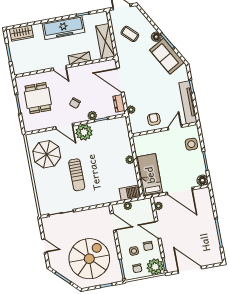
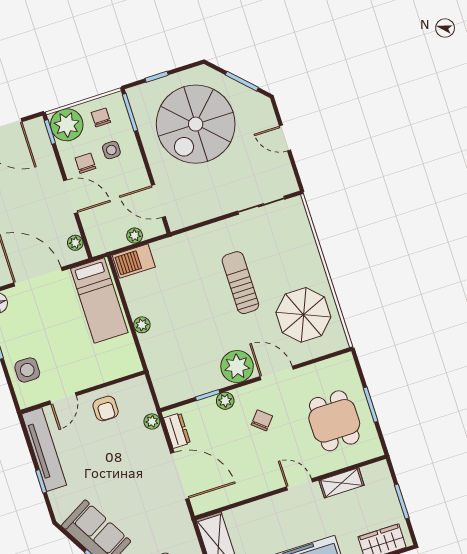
shelving: (79, 58) -> (342, 483), moved

